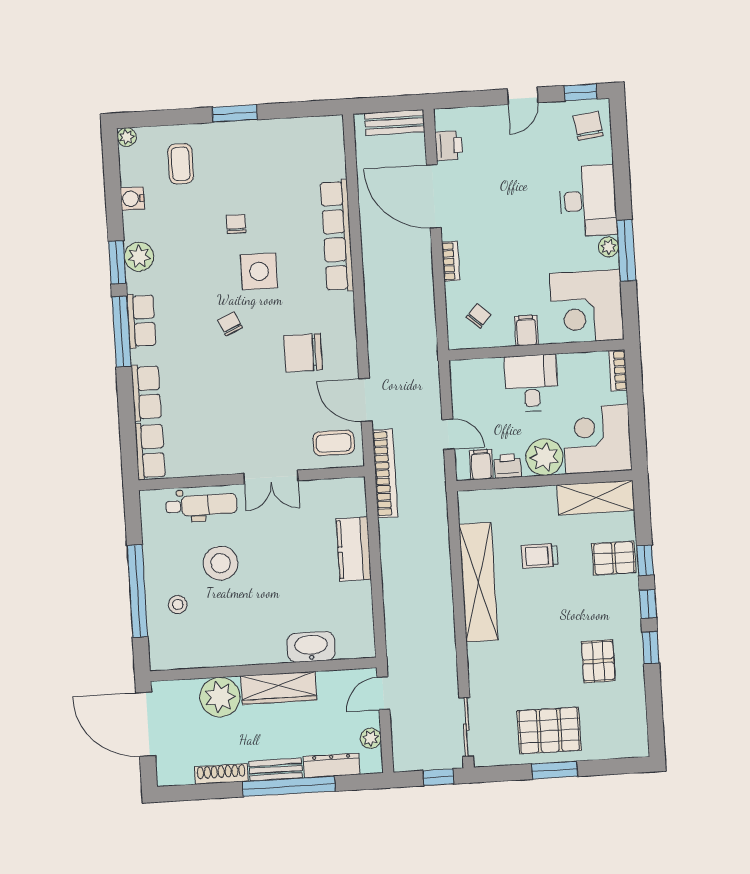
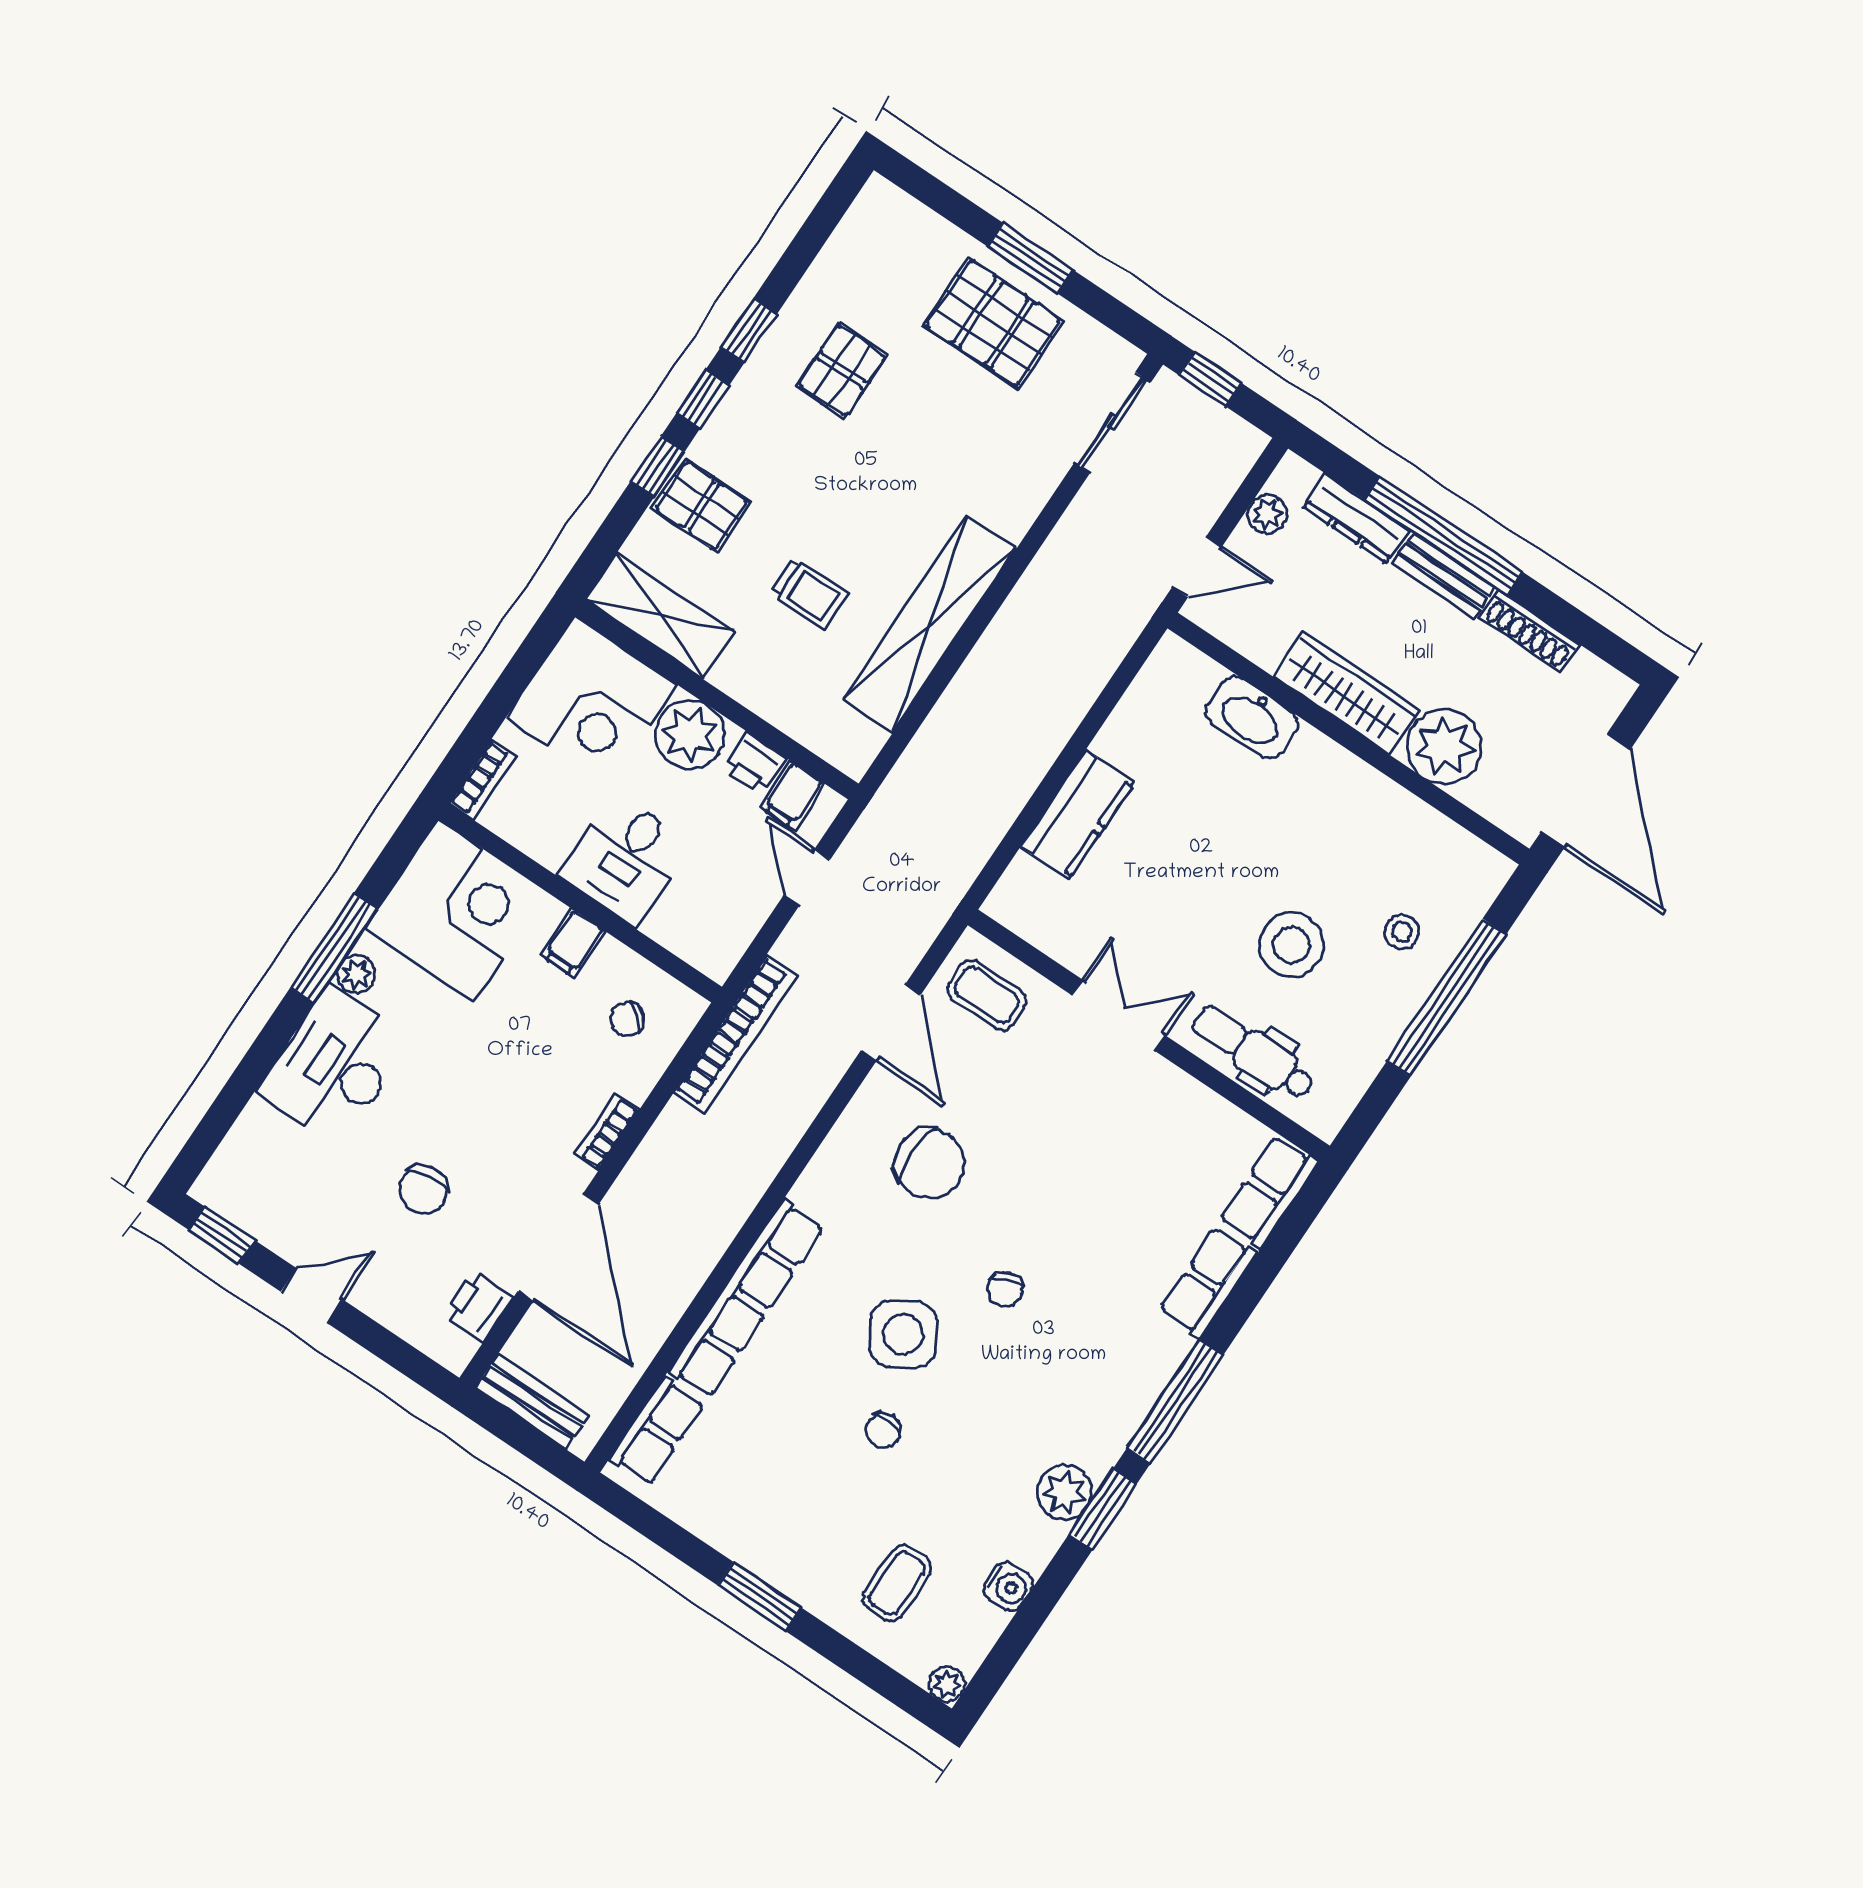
chair: (588, 126) -> (424, 1190), moved
side table: (259, 271) -> (903, 1334), turned -32
row of seats: (141, 321) -> (657, 1431), moved, turned 180
bookcase: (385, 473) -> (735, 1034), moved, turned 180

